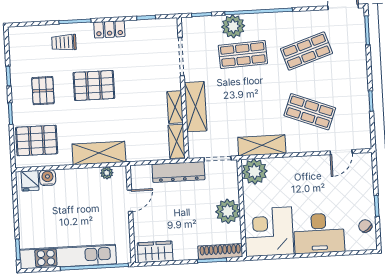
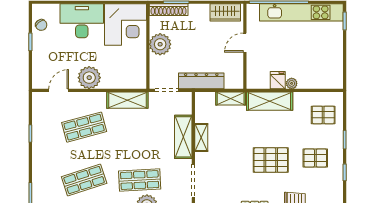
pallet: (43, 91) -> (315, 158), turned 90
shop shelf: (310, 112) -> (84, 127), turned -36
pallet: (37, 140) -> (323, 115), width x0.67, depth x0.71
shelving: (177, 141) -> (231, 98), moved, turned 90
plant: (254, 172) -> (89, 78), moved
plant: (107, 173) -> (292, 83), moved
water cooler: (48, 178) -> (315, 82), removed
fridge: (30, 181) -> (278, 80), moved
door: (130, 201) -> (245, 43), moved

